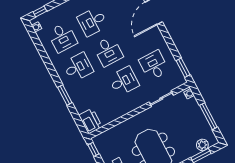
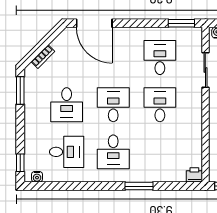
desk: (108, 51) -> (113, 105), turned -90
desk: (154, 65) -> (160, 58), turned 90
desk: (78, 67) -> (113, 152), turned 180
printer: (90, 121) -> (194, 175), width x0.53, depth x0.68

